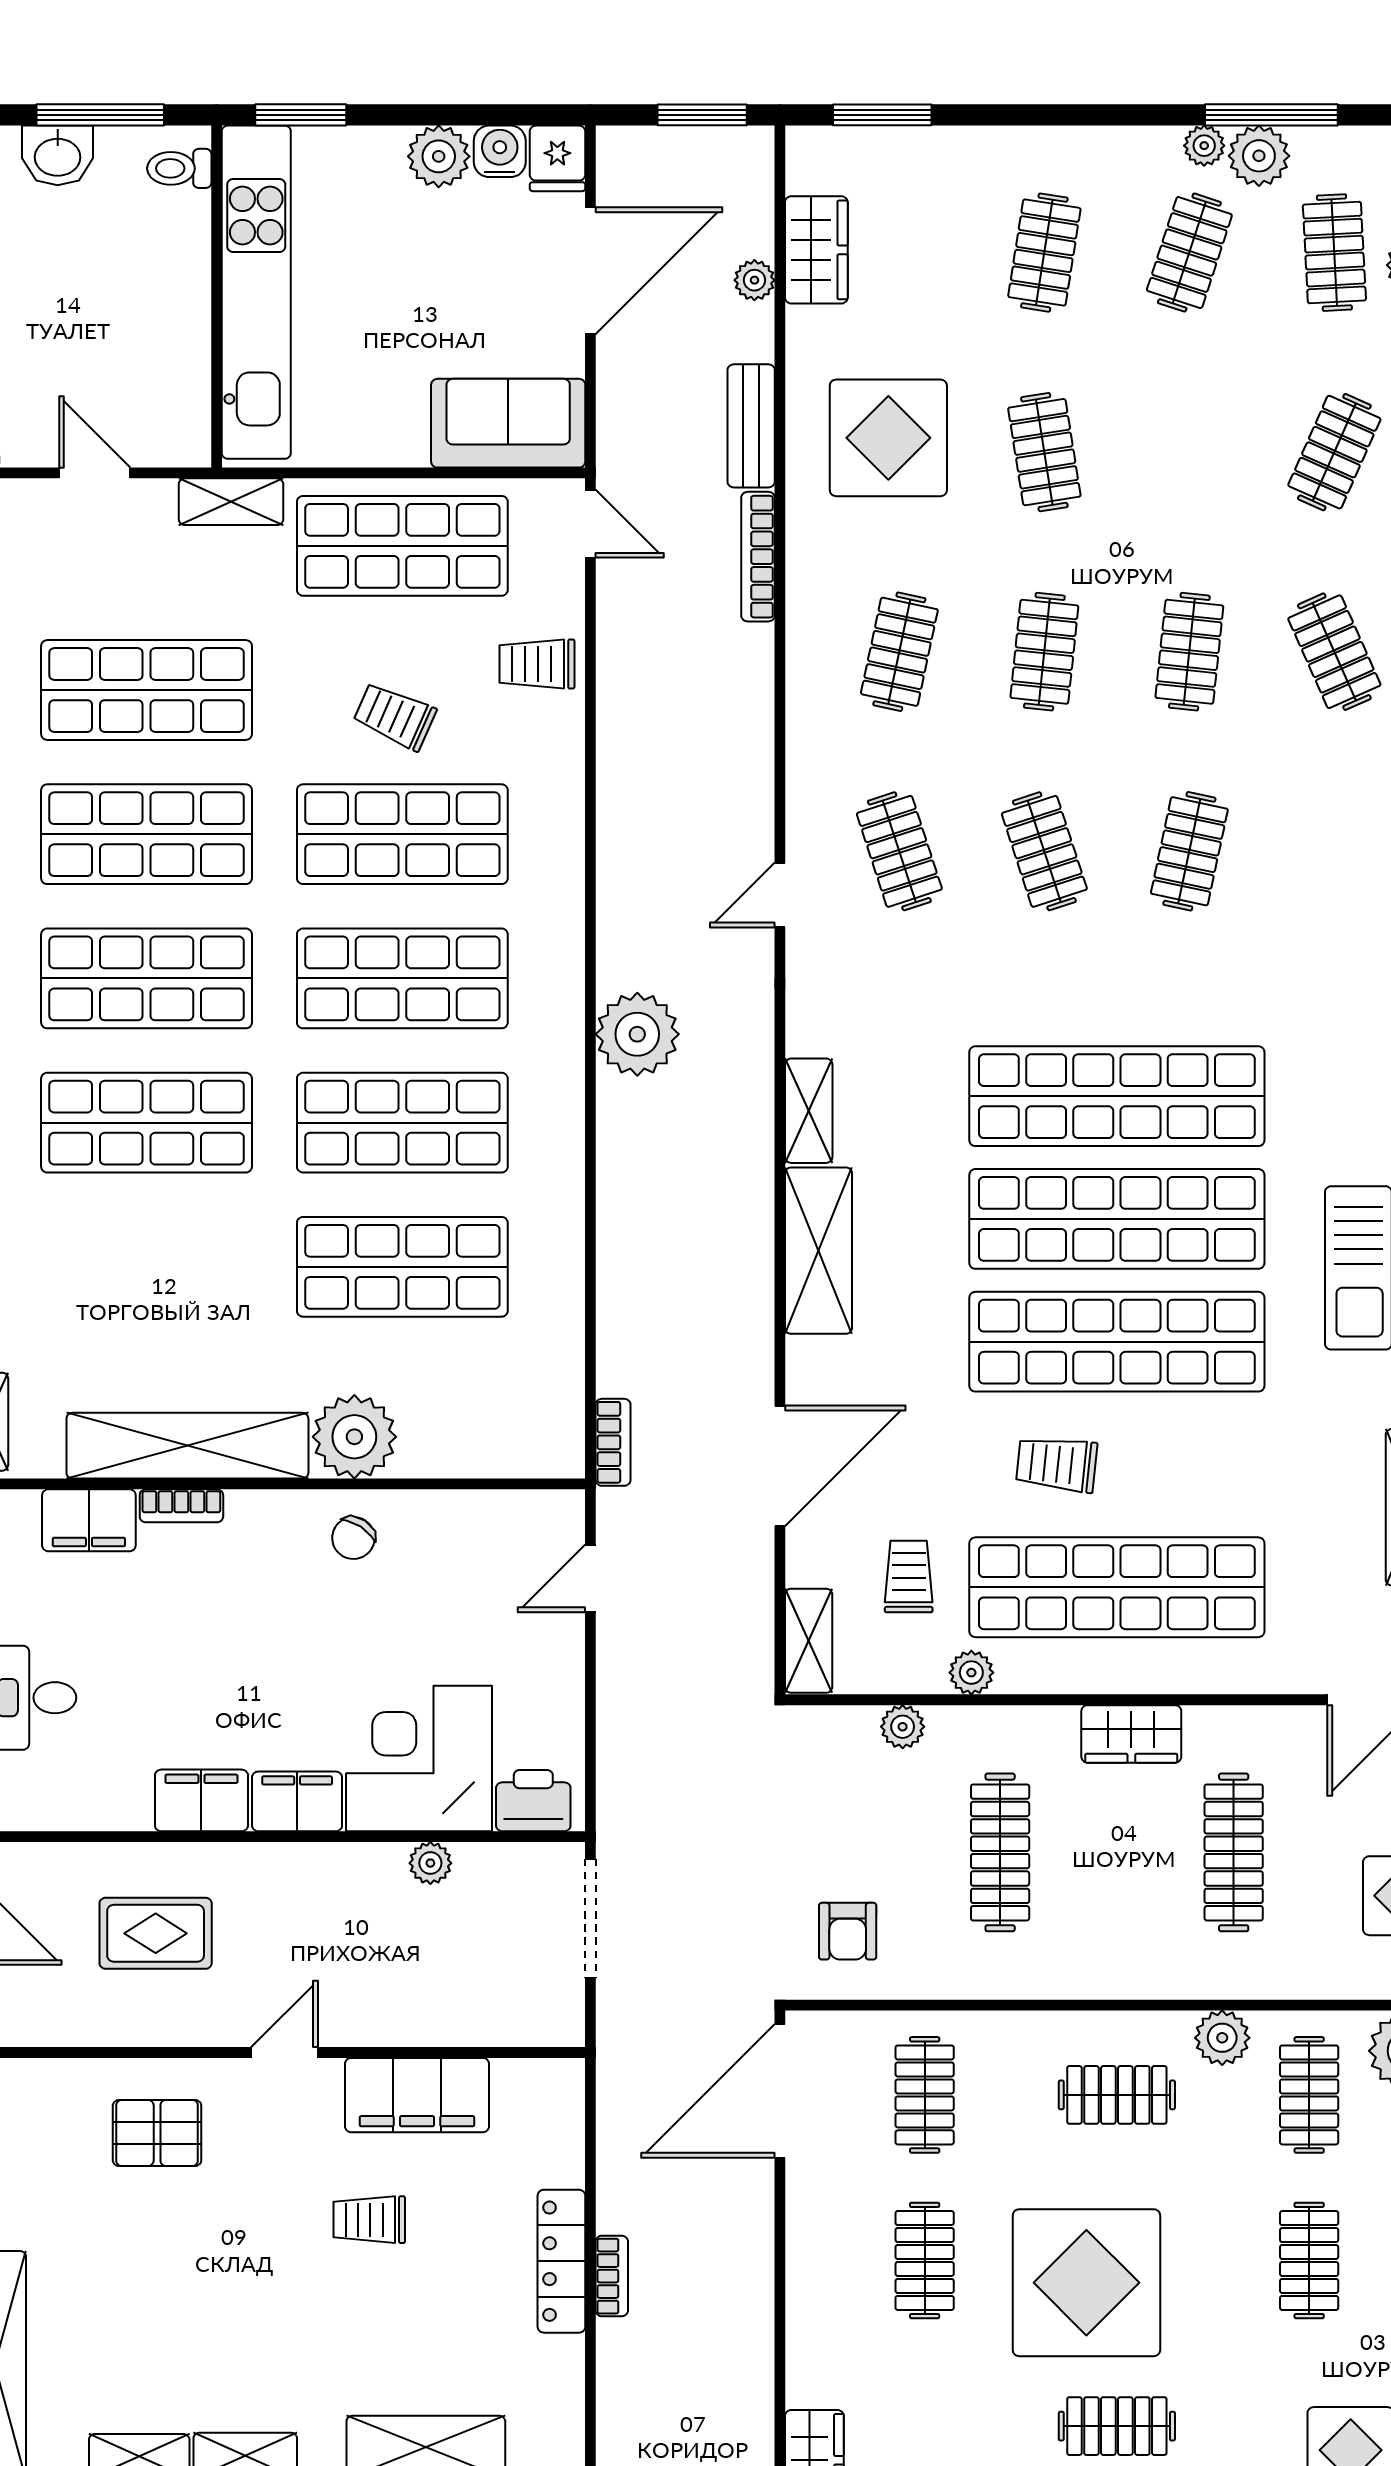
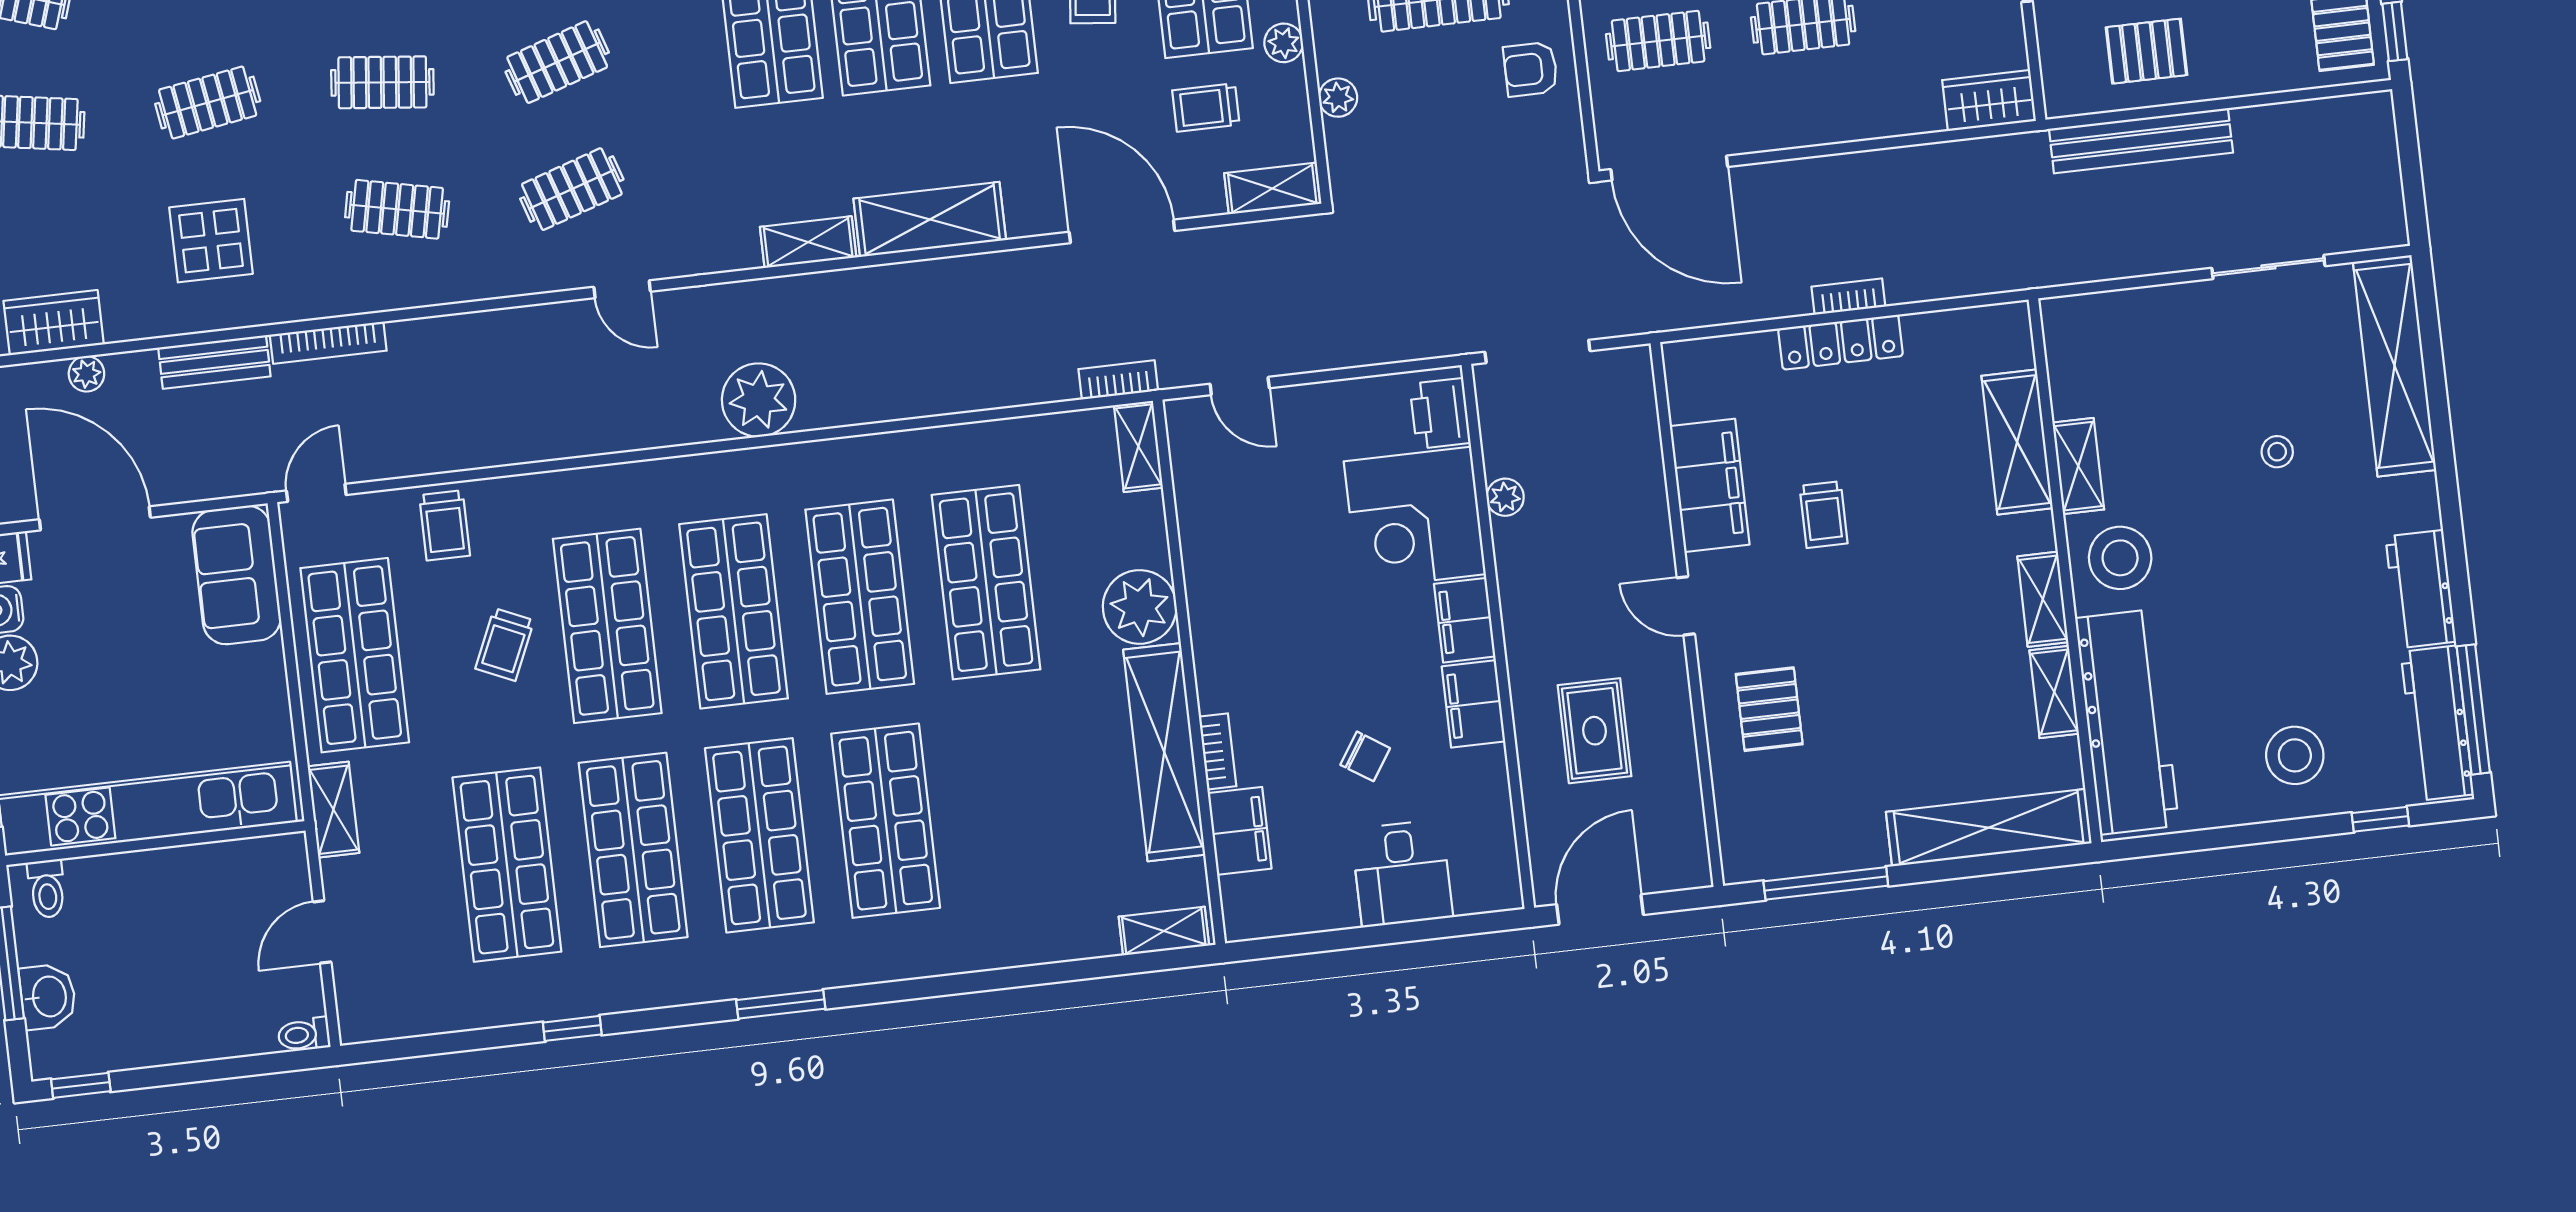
display table: (888, 438) -> (211, 241), width x0.73, depth x0.73
shelving: (535, 1456) -> (1138, 446), added
chair: (353, 1538) -> (1365, 756), moved
armchair: (848, 1931) -> (1531, 69), moved, turned 180

